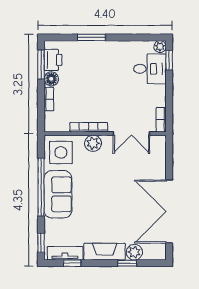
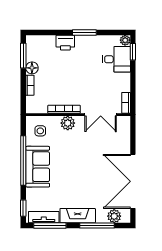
window: (91, 37) -> (84, 32), moved
printer: (53, 60) -> (65, 43), moved, turned 90
side table: (61, 152) -> (40, 131), width x0.54, depth x0.54
plant: (134, 252) -> (114, 216), moved
window: (72, 263) -> (50, 226), width x2.17
window: (127, 263) -> (97, 226), width x2.17

